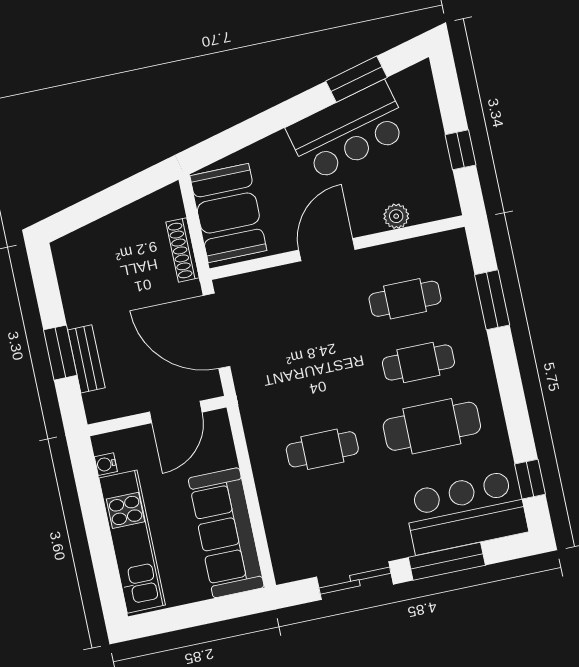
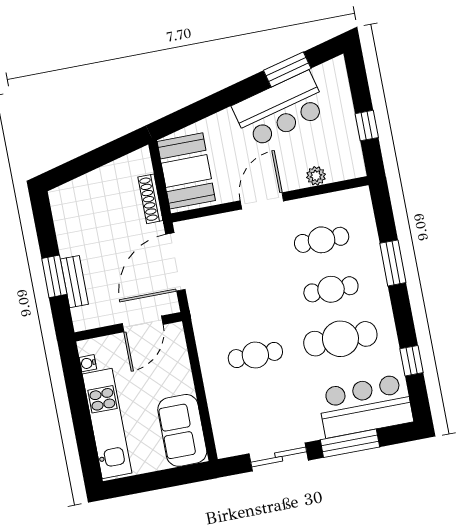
window: (492, 300) -> (393, 263), moved
door: (216, 331) -> (175, 262), hinge flipped
window: (530, 479) -> (412, 361), moved
sofa: (226, 533) -> (182, 430), width x0.73

